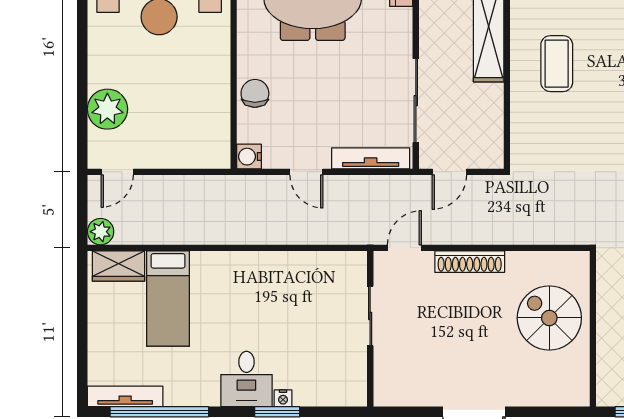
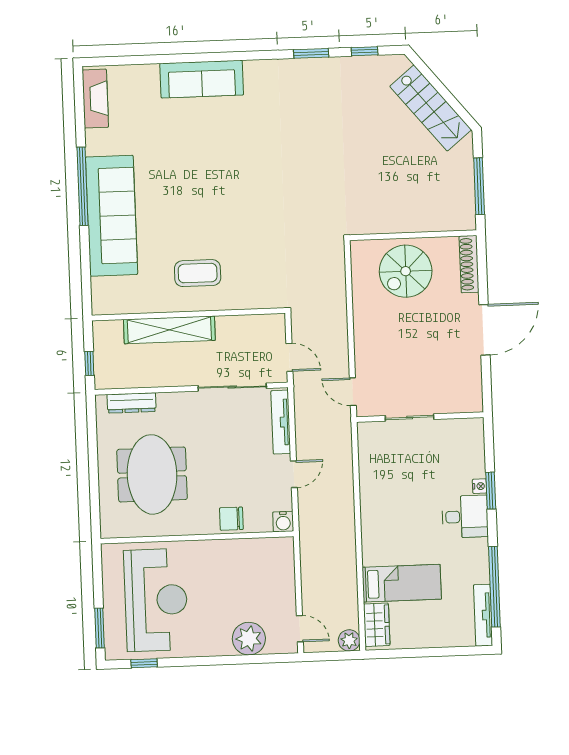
shoe rack: (470, 262) -> (469, 264), moved, turned 180

